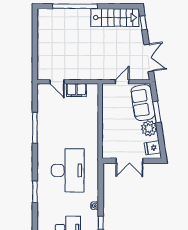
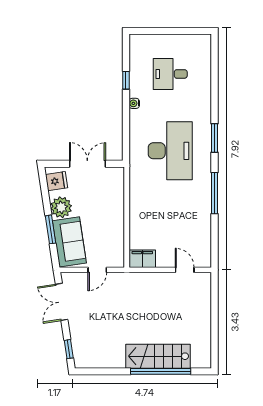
stairs: (115, 18) -> (158, 356), moved
filing cabinet: (76, 90) -> (142, 259), moved
window: (35, 128) -> (215, 193), moved
desk: (68, 170) -> (170, 151), turned 180
window: (35, 192) -> (215, 138), moved

